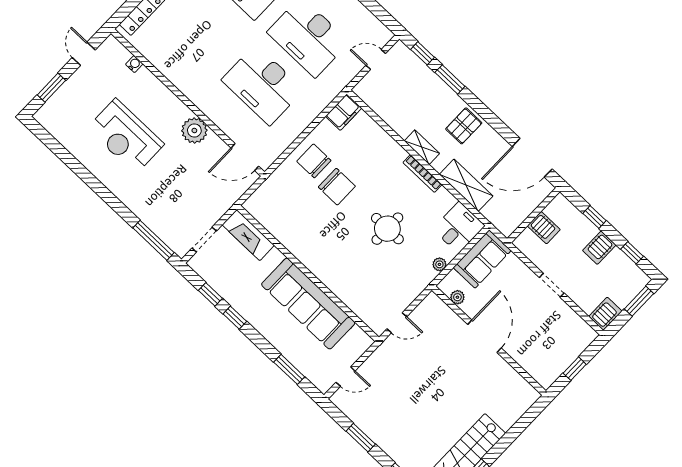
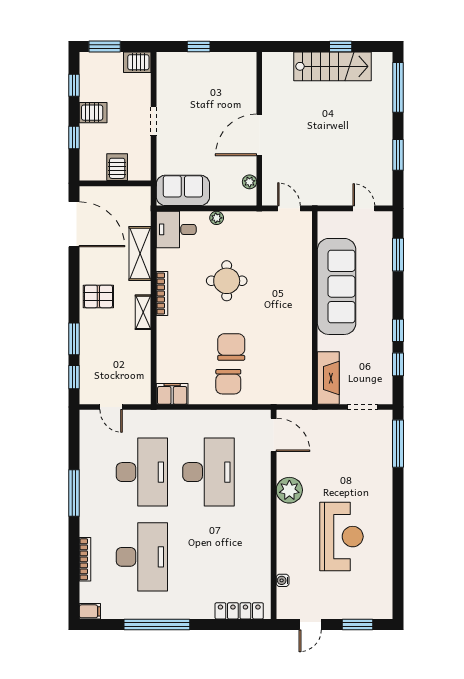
plant: (457, 297) -> (250, 182), moved
door: (484, 336) -> (259, 135), moved
wall: (489, 340) -> (259, 129), moved

